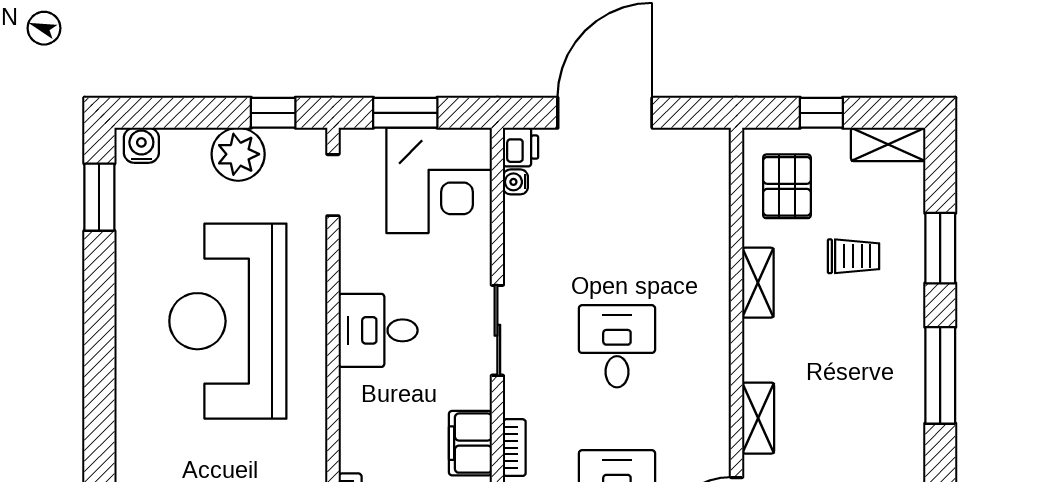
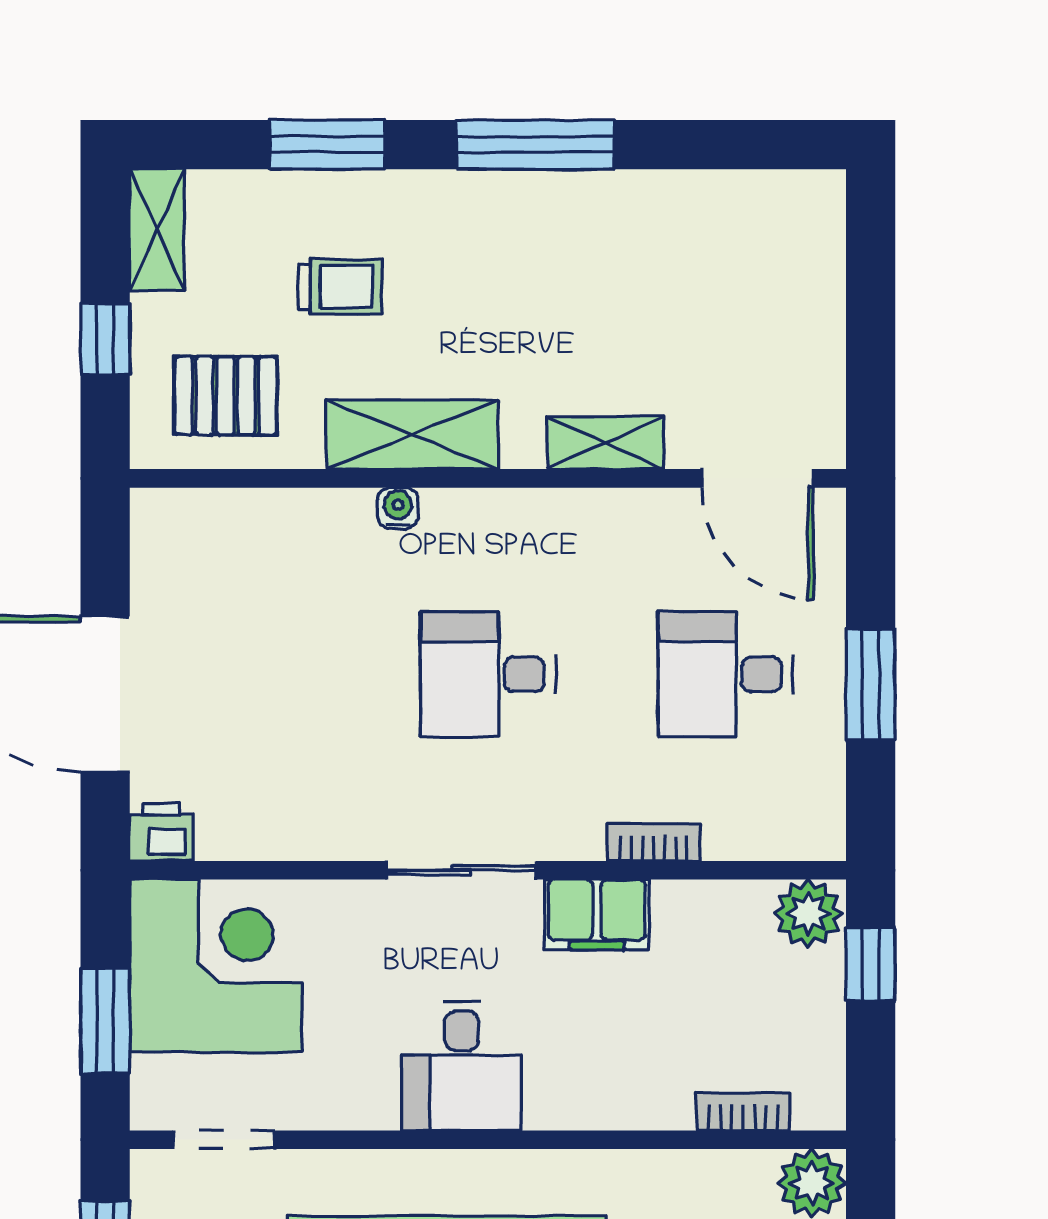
water cooler: (515, 182) -> (398, 508), moved, turned 180
trolley: (854, 256) -> (340, 287), turned 90
shelving: (758, 283) -> (412, 435), width x1.50, depth x1.33
filing cabinet: (470, 443) -> (597, 915), moved

